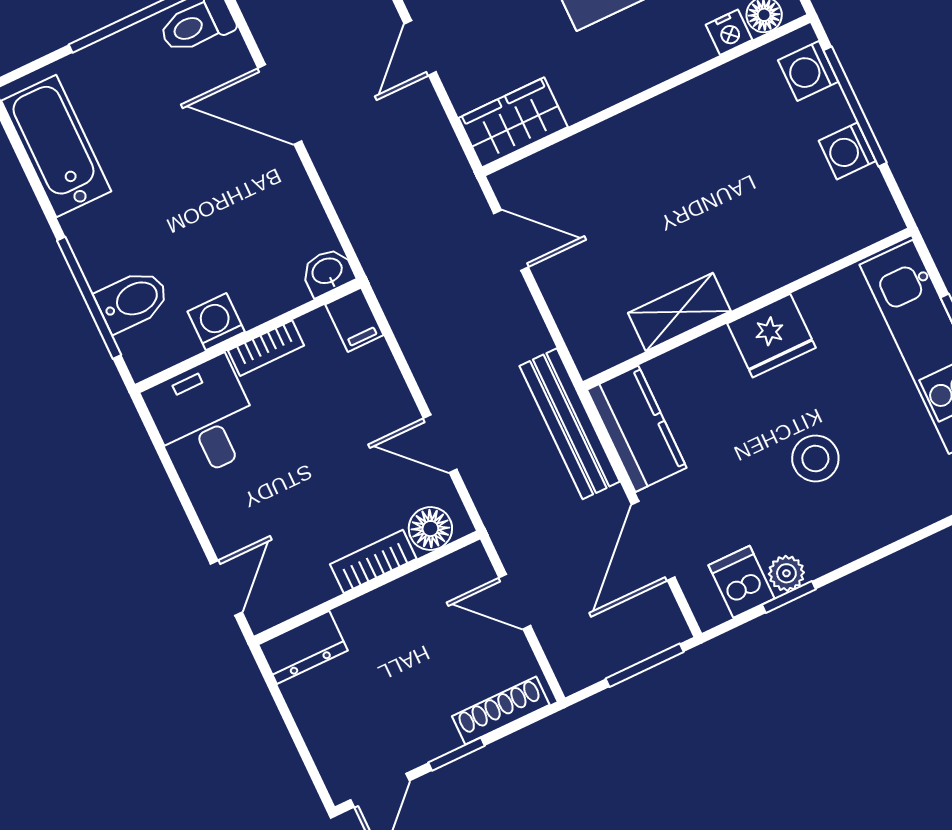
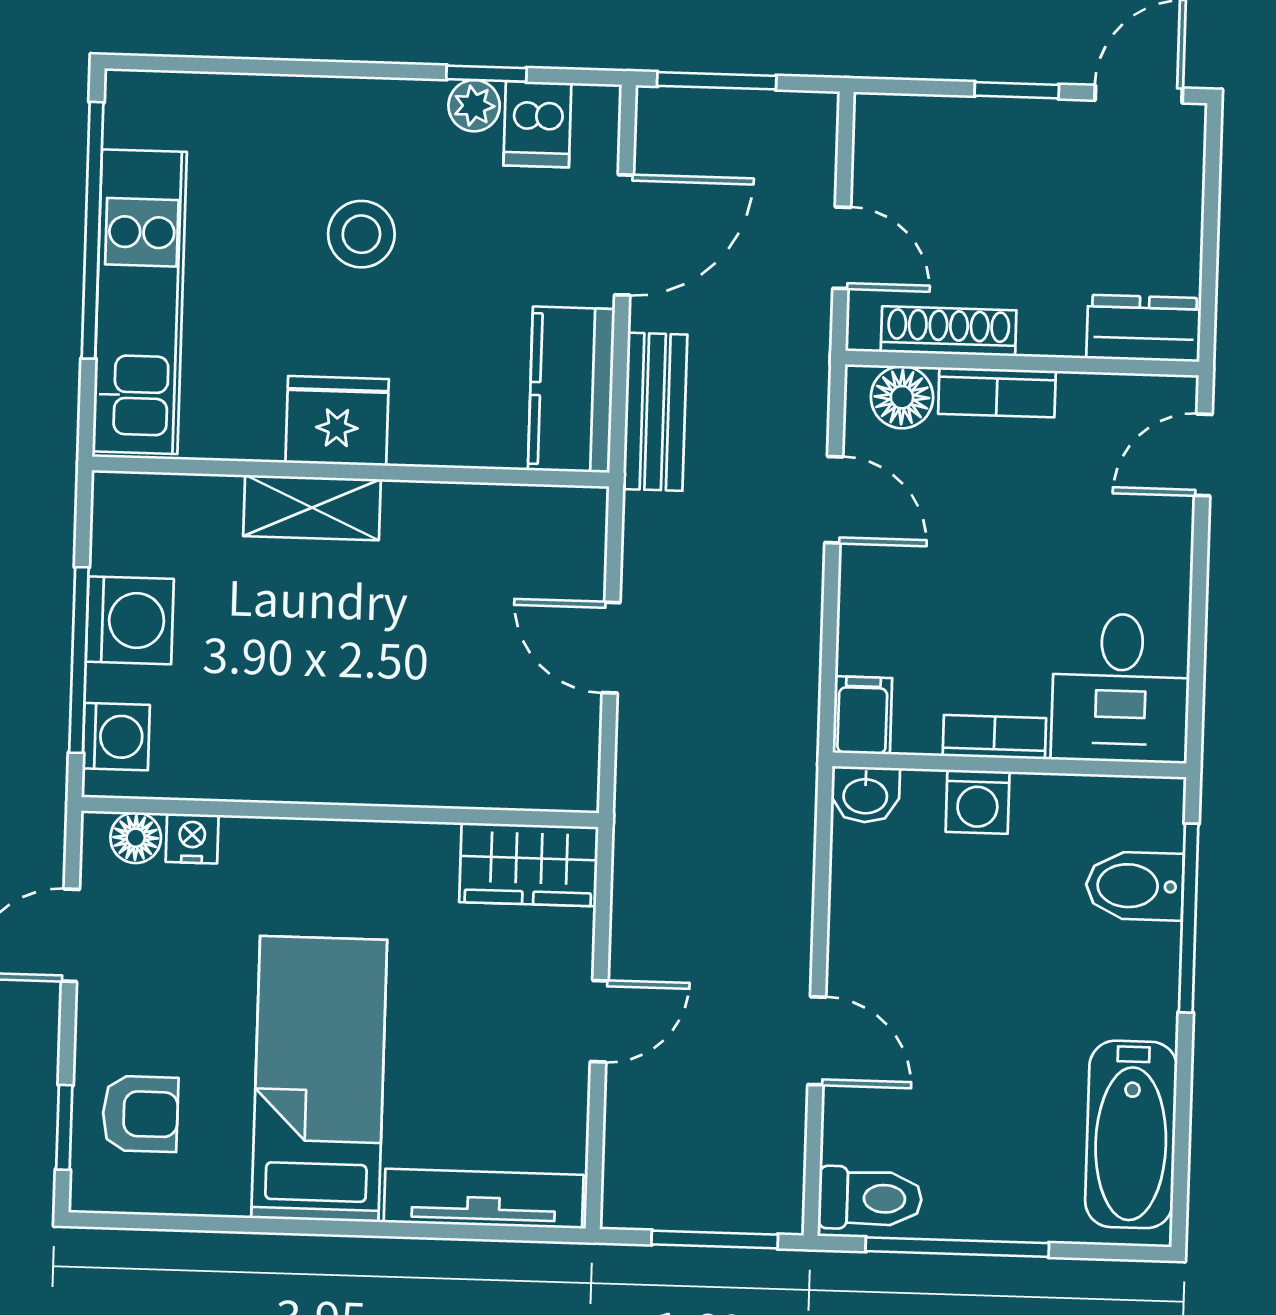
door: (280, 105) -> (817, 1041), width x0.73
washing machine: (847, 151) -> (130, 620), width x1.38, depth x1.38
door: (511, 240) -> (611, 648), moved
shelving: (679, 312) -> (312, 508), moved
washing machine: (216, 322) -> (978, 802), moved
bench: (570, 424) -> (655, 412), width x0.73
shoe rack: (501, 710) -> (949, 331), moved, turned 180

